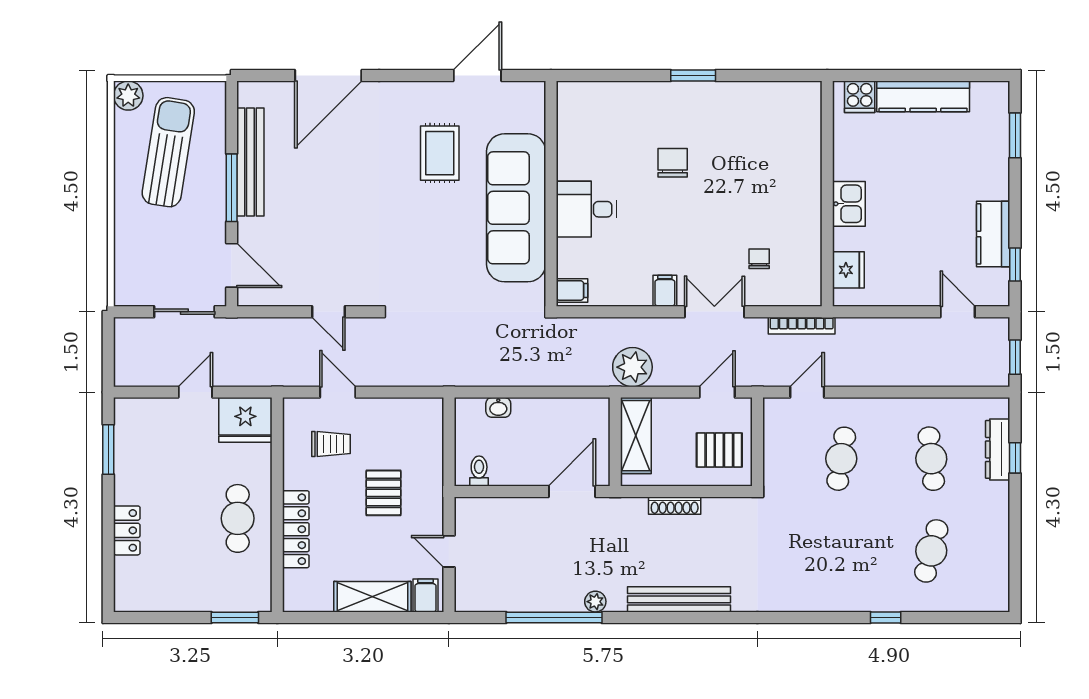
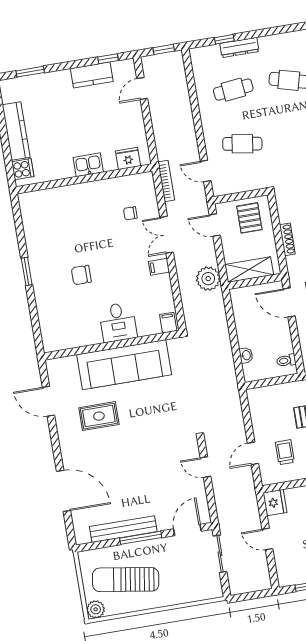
door: (329, 312) -> (205, 467), swing flipped
fridge: (245, 420) -> (275, 503), width x0.73, depth x0.75
dresser: (998, 449) -> (239, 47), moved

